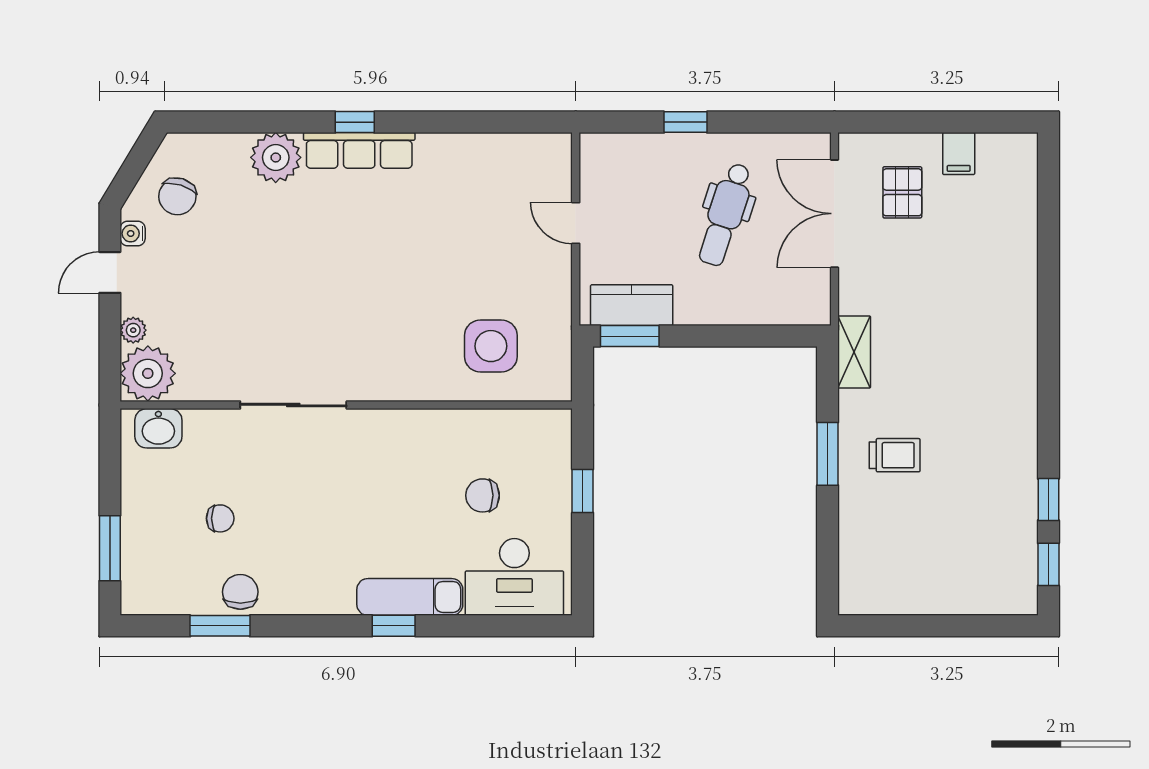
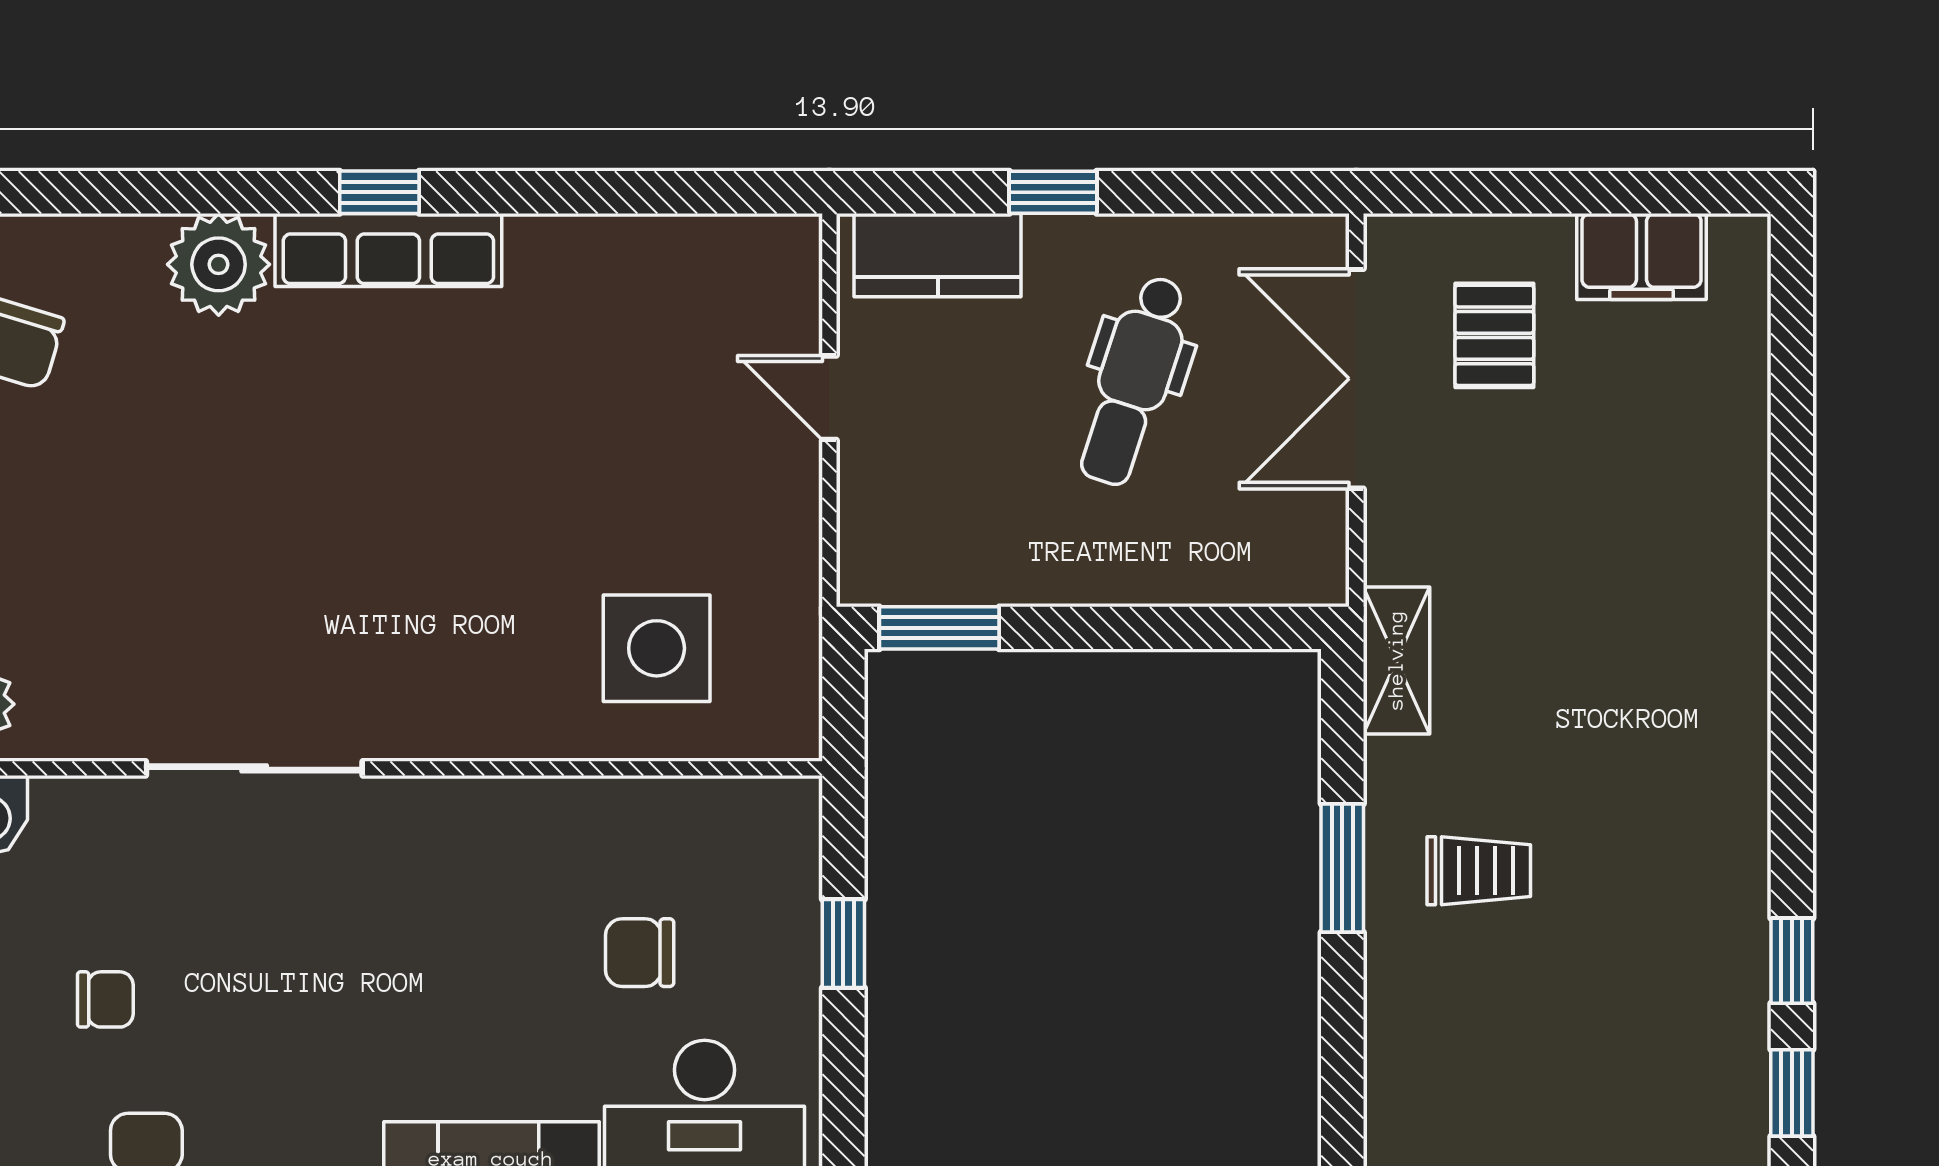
filing cabinet: (959, 154) -> (1641, 256), width x2.00
kitchen counter: (632, 305) -> (938, 255), moved, turned 180

